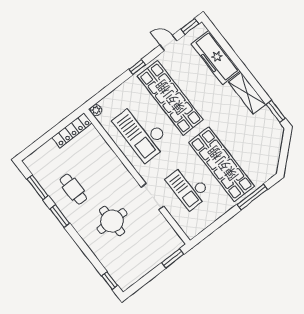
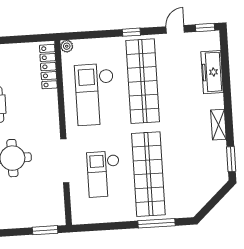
door: (168, 43) -> (175, 29), hinge flipped
freezer: (216, 57) -> (212, 72), width x0.73, depth x0.79
shelving: (247, 93) -> (218, 125), width x0.67, depth x0.75
locker: (72, 130) -> (48, 67), moved, turned 90
doorway: (152, 197) -> (65, 161), width x1.36

